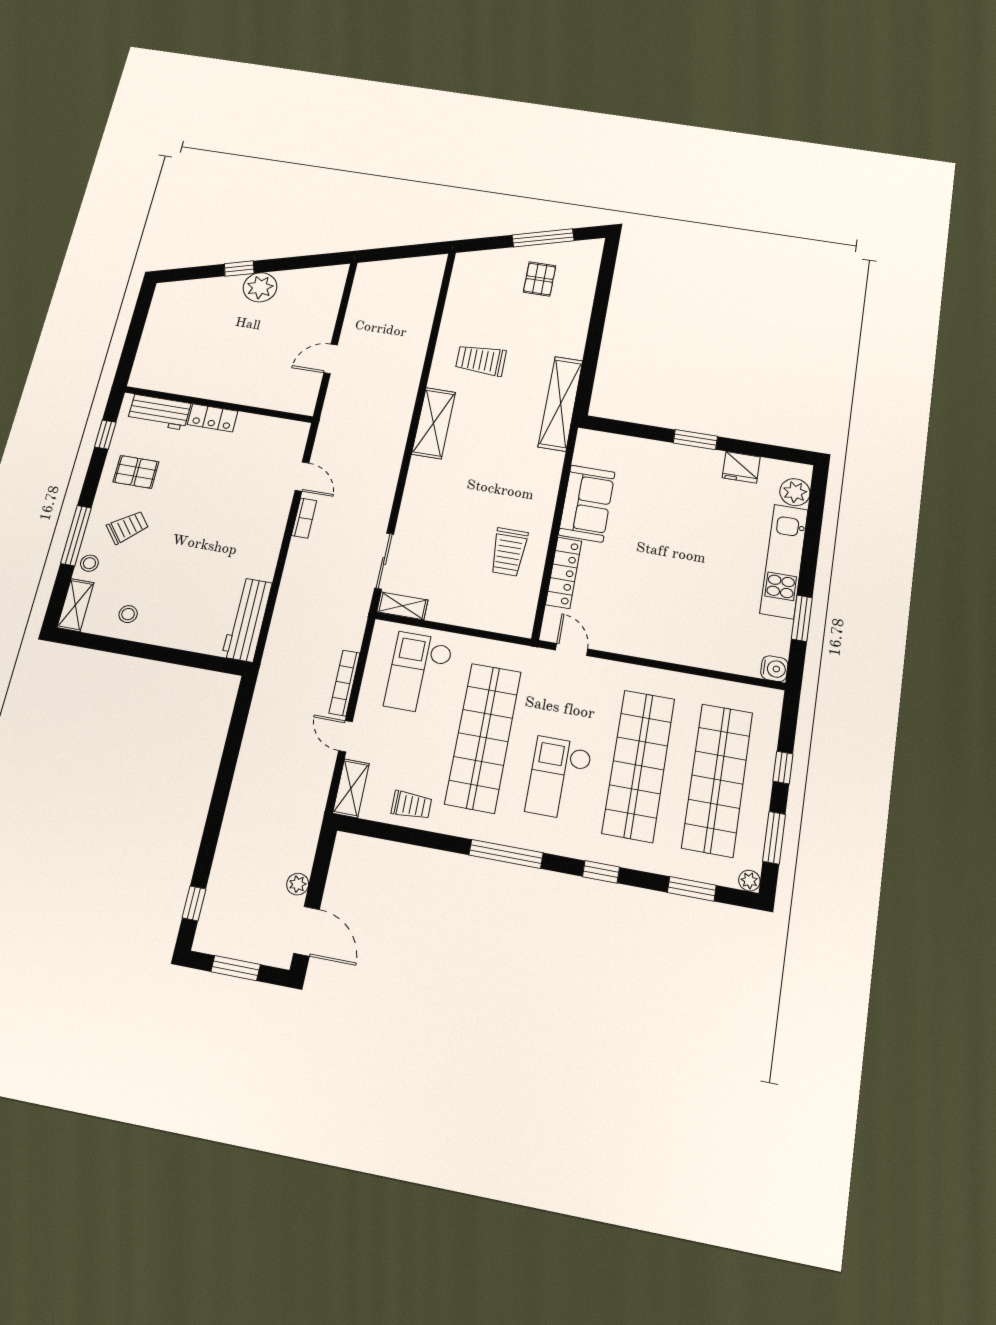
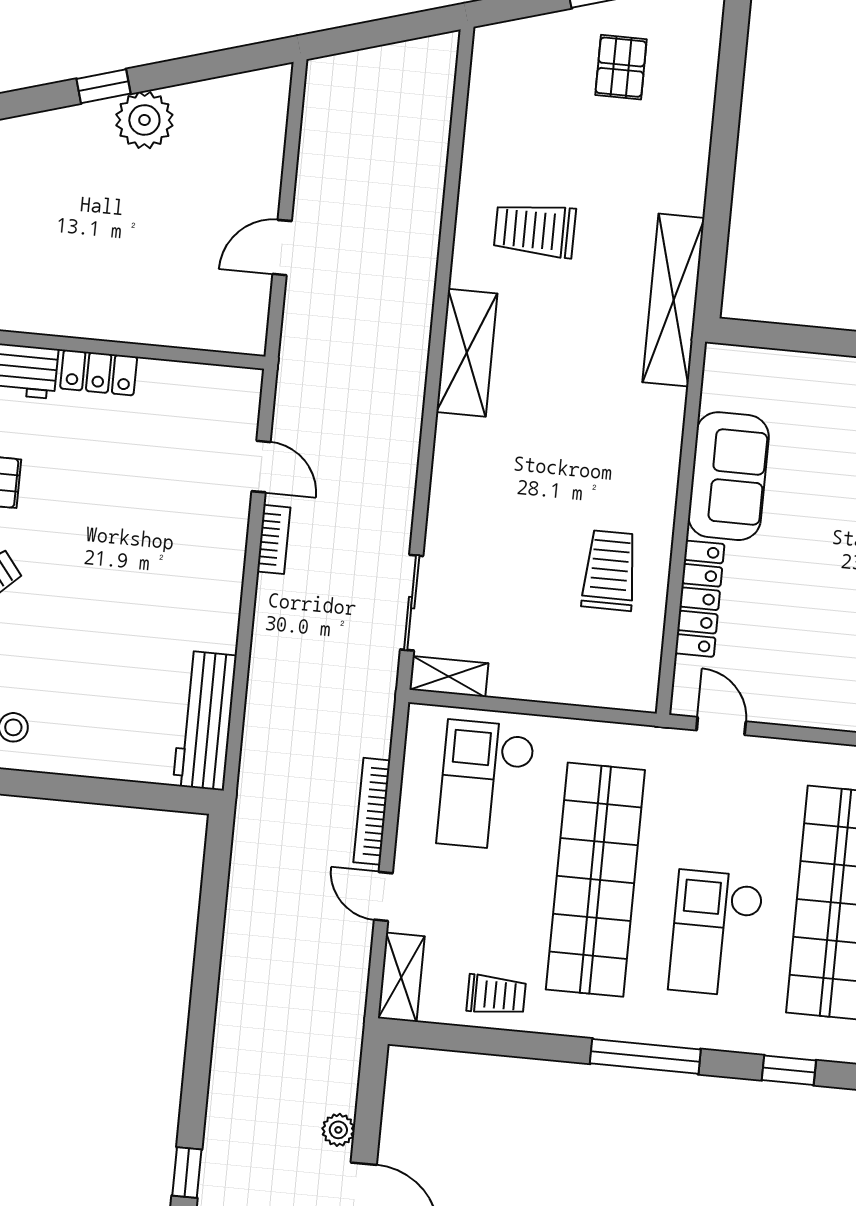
trolley: (509, 552) -> (610, 571), turned 180

